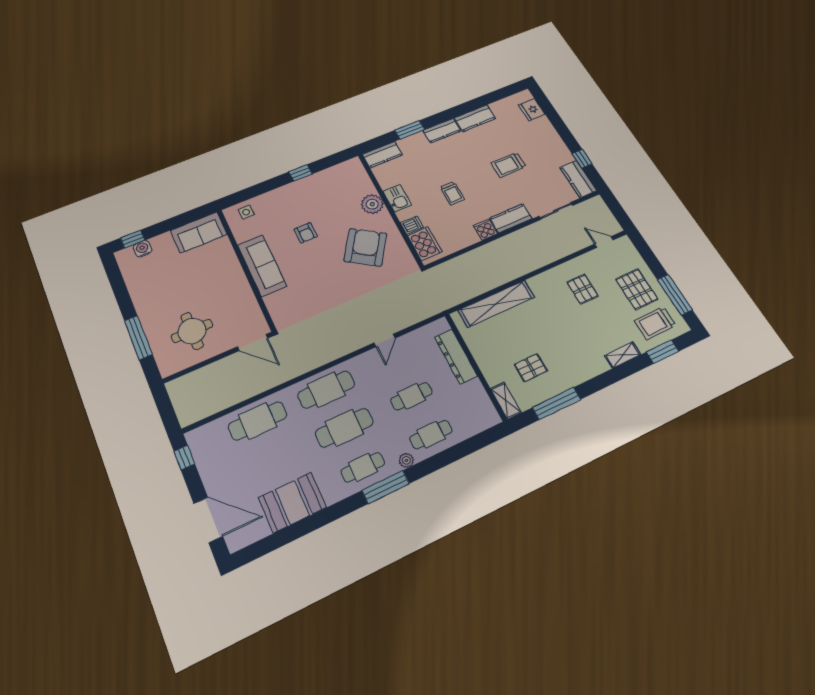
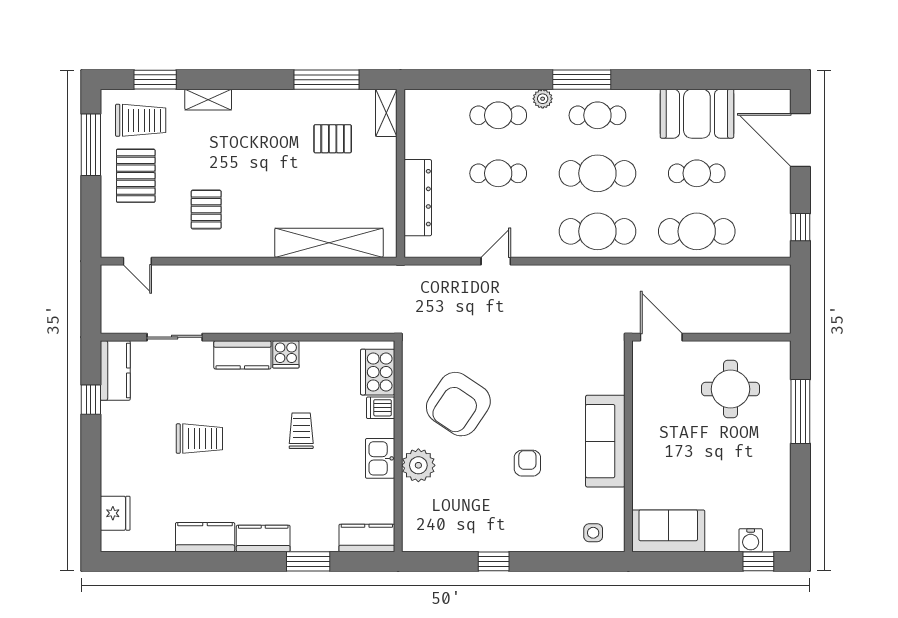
cafe table: (274, 460) -> (697, 173), added

